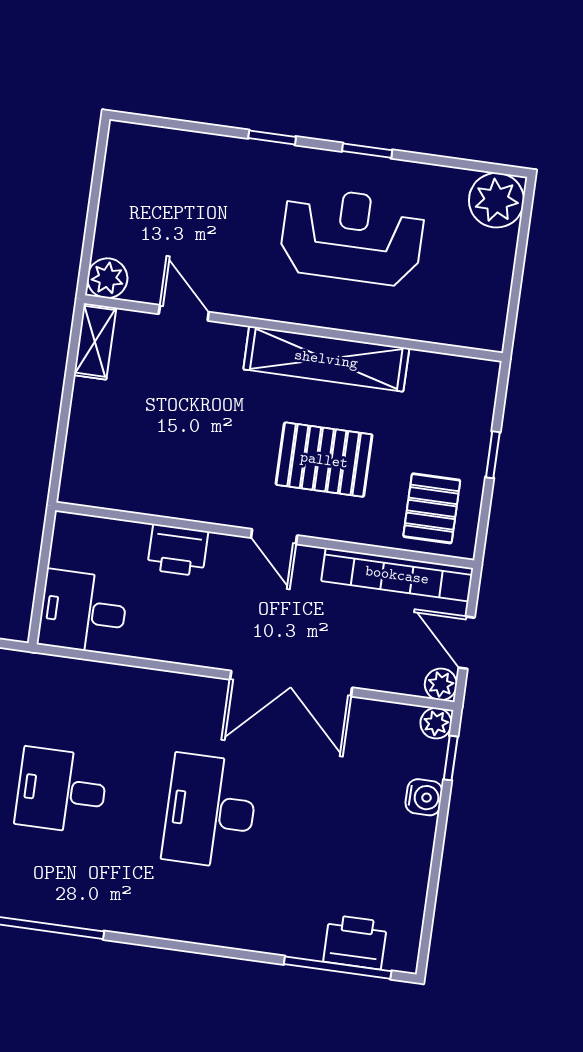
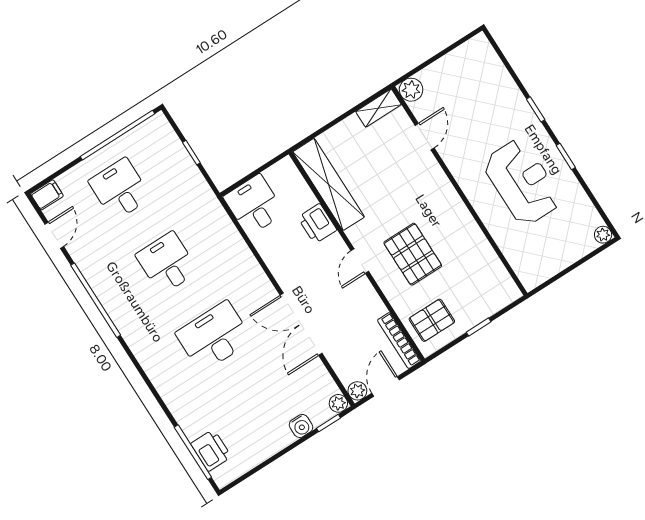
plant: (496, 200) -> (603, 235), width x0.53, depth x0.53
shelving: (326, 359) -> (329, 184), moved
bookcase: (397, 575) -> (399, 341), width x0.68, depth x0.76

